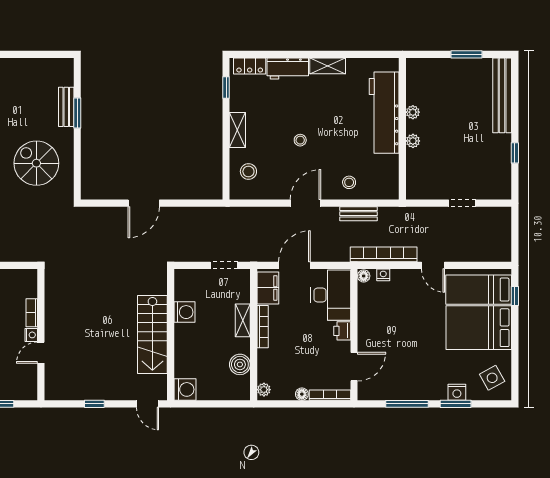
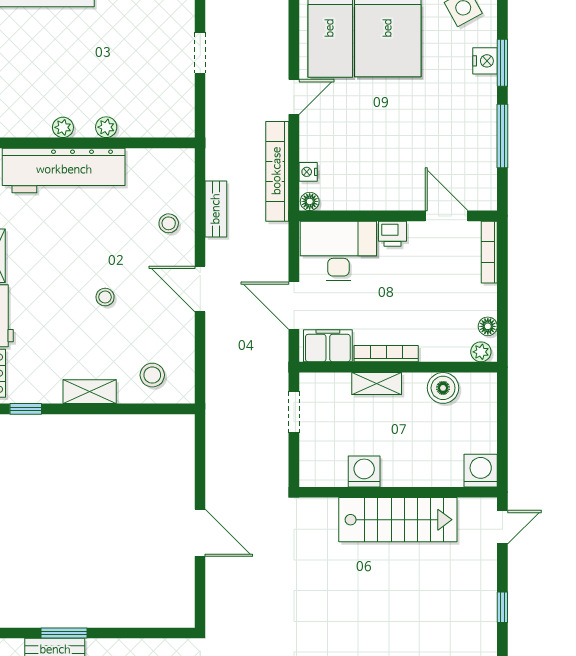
floor lamp: (302, 394) -> (488, 326), moved

